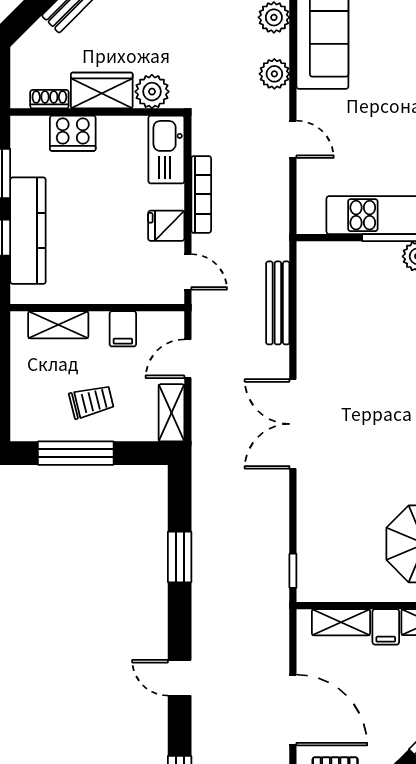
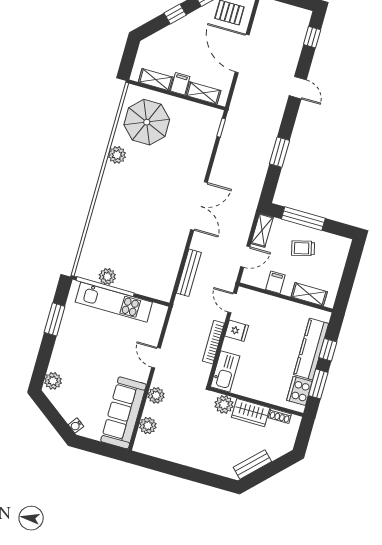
cooker: (73, 133) -> (299, 391), moved, turned -90
window: (76, 453) -> (303, 219), moved

